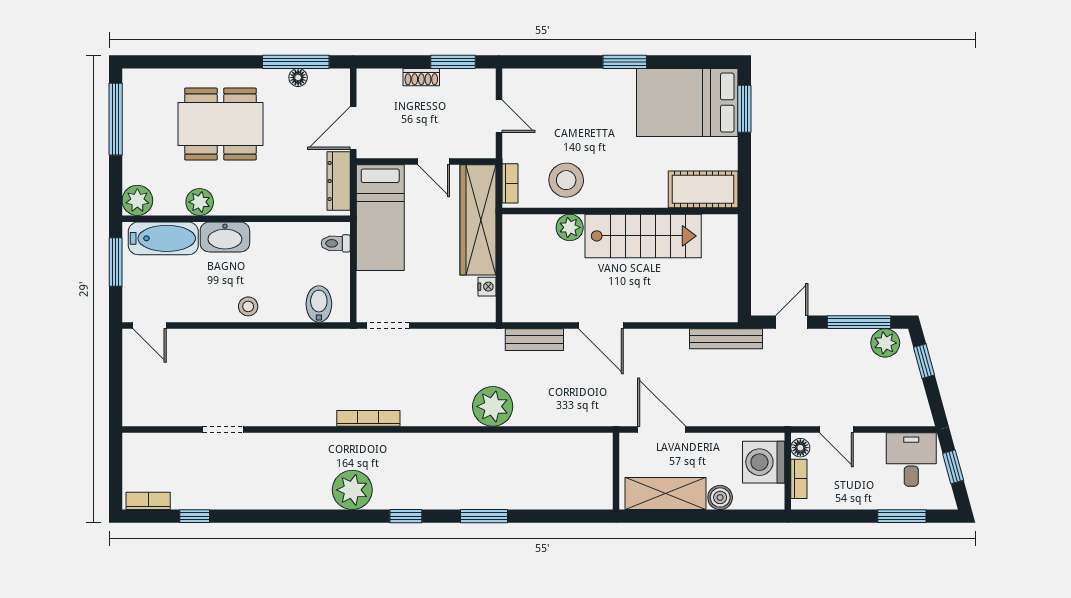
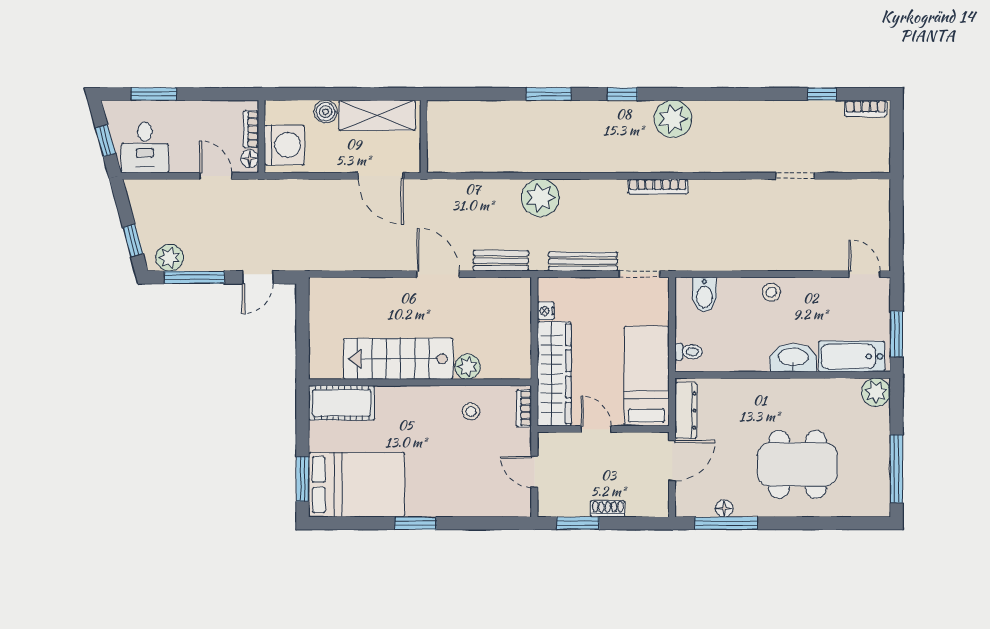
stool: (566, 180) -> (471, 411), width x0.53, depth x0.53
plant: (200, 202) -> (817, 391), removed
bench: (726, 339) -> (583, 262), moved

